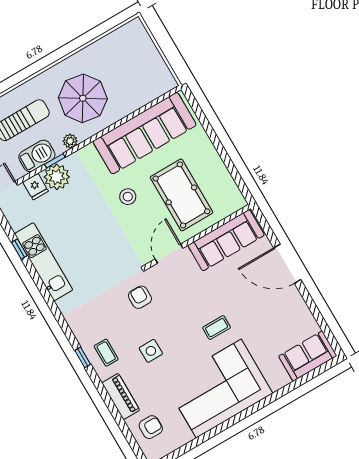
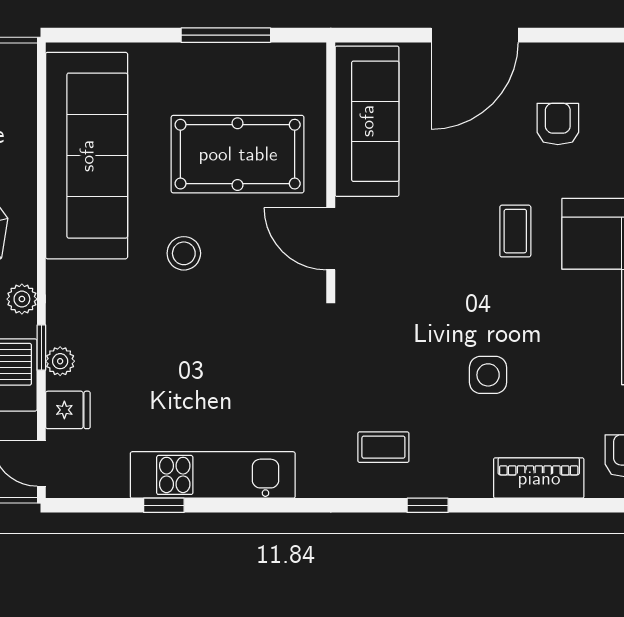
window: (228, 162) -> (226, 35), added
plant: (57, 177) -> (60, 361), width x0.53, depth x0.53
armchair: (140, 297) -> (558, 124), moved, turned 90
coffee table: (106, 353) -> (383, 447), moved

